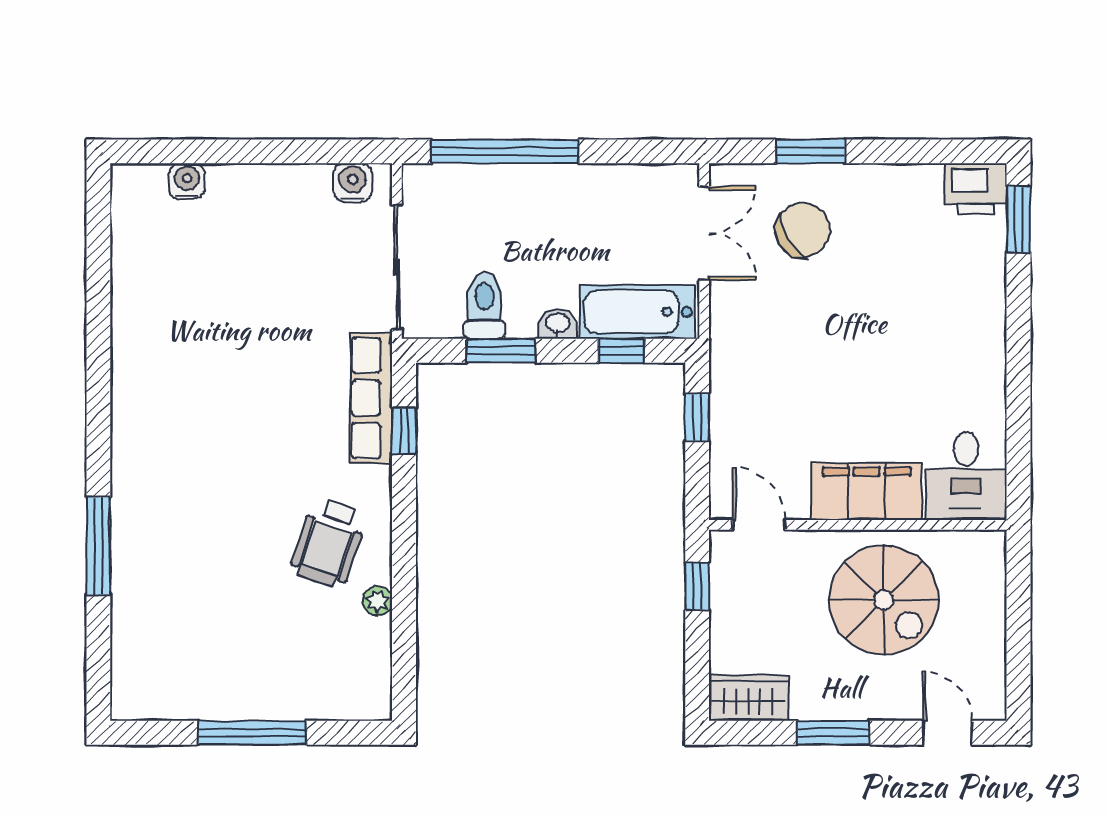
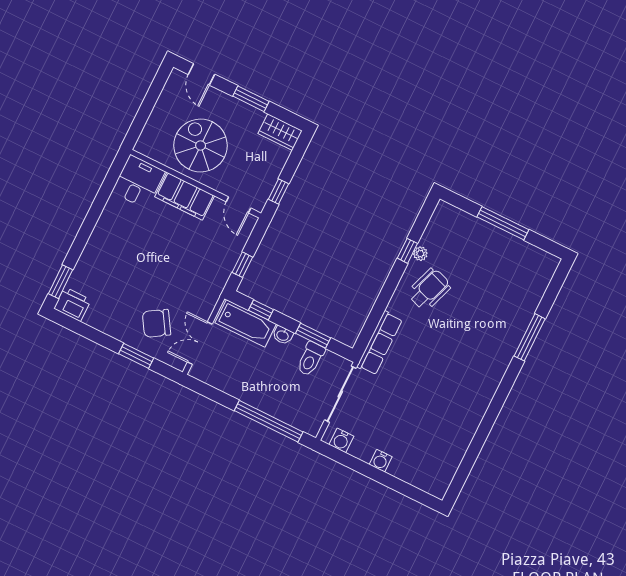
water cooler: (187, 181) -> (381, 461), moved
window: (404, 431) -> (407, 251), moved

